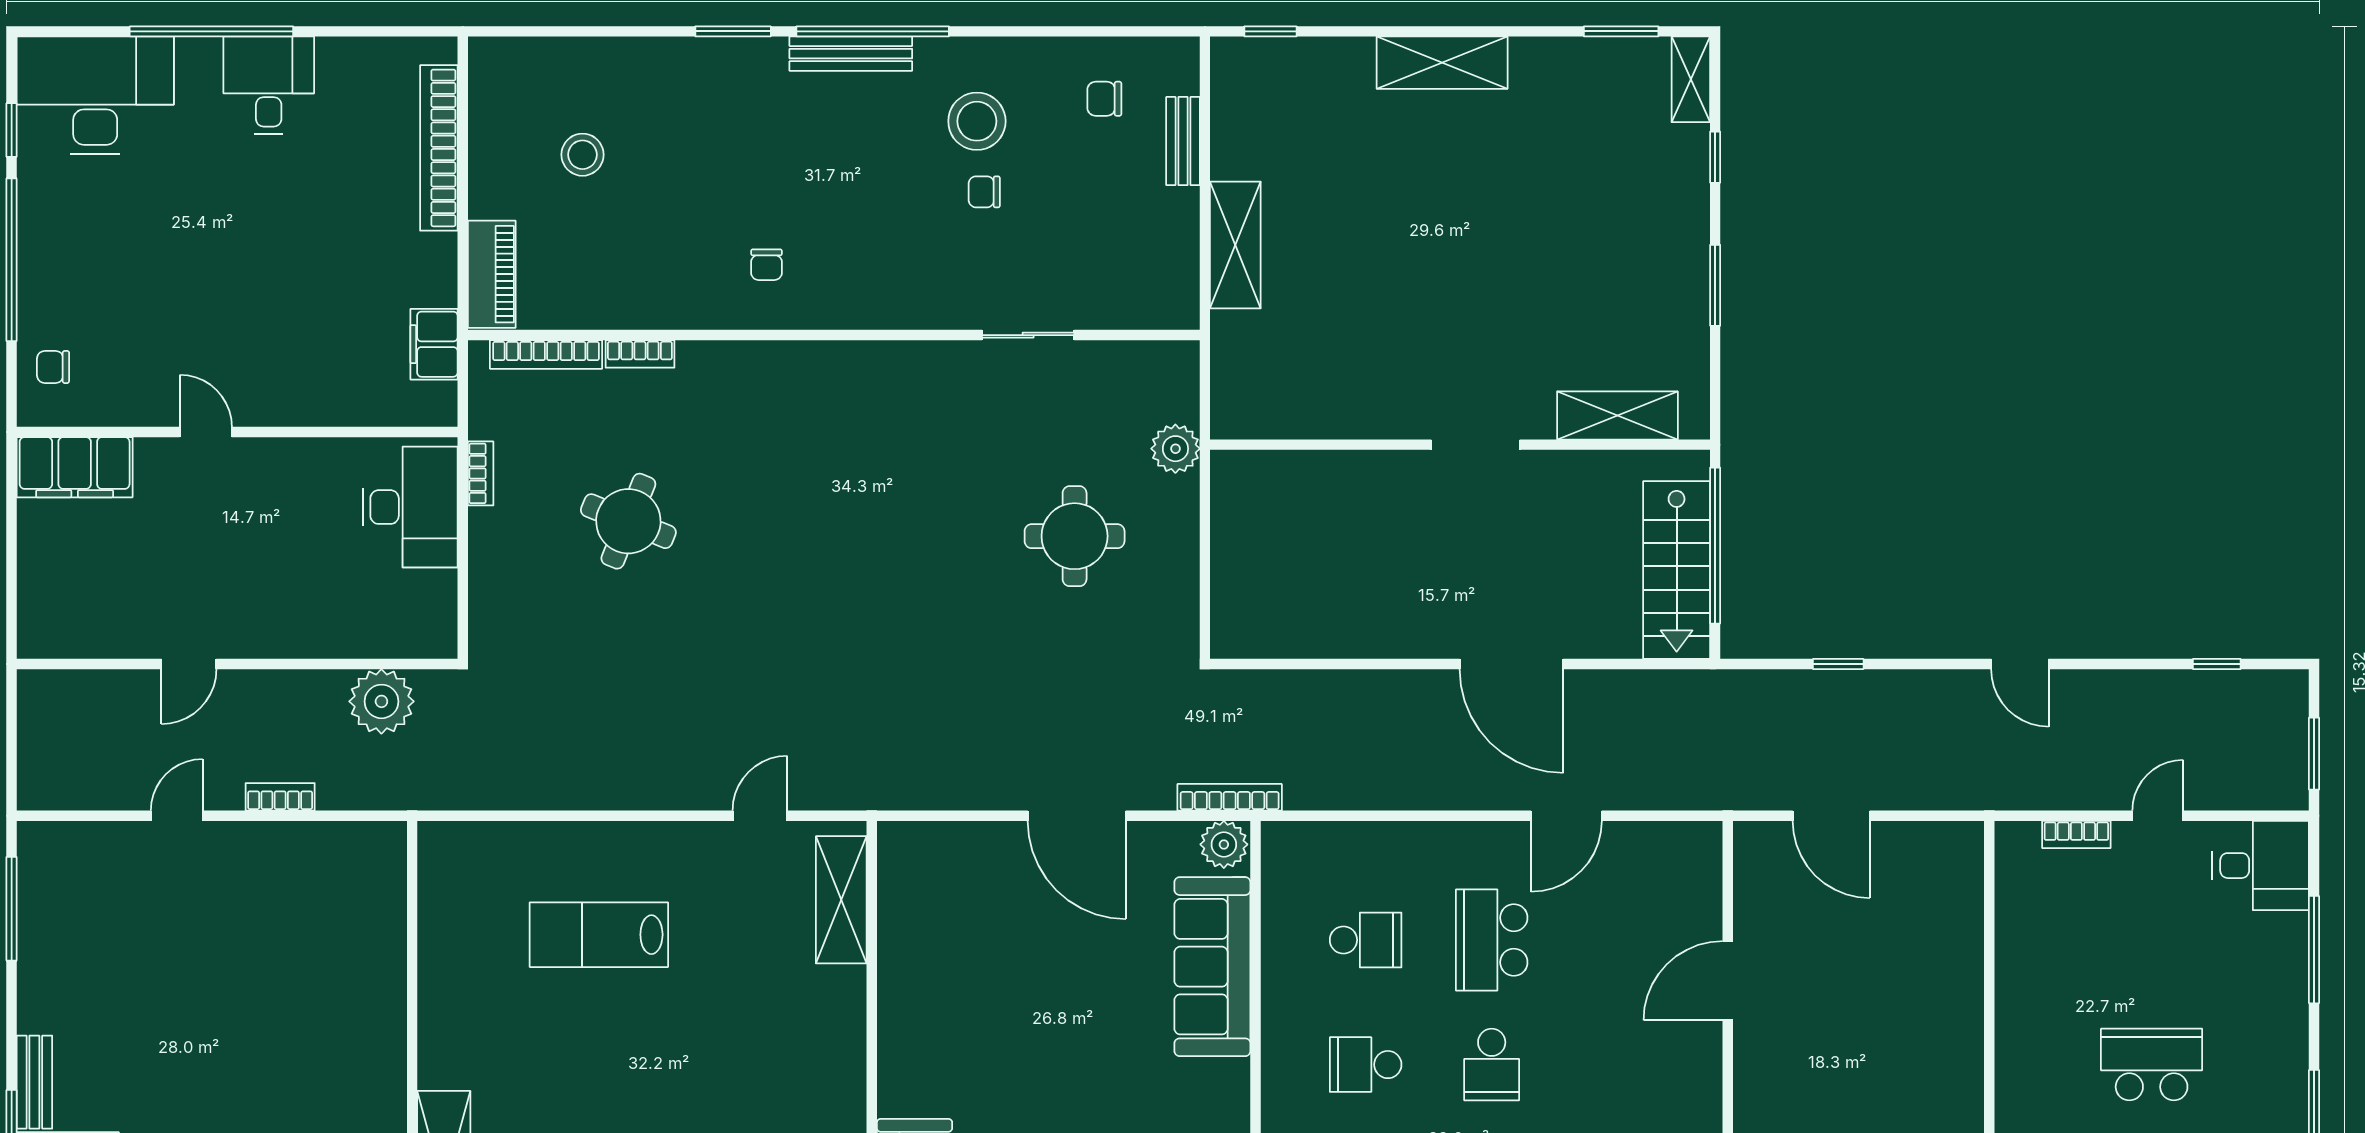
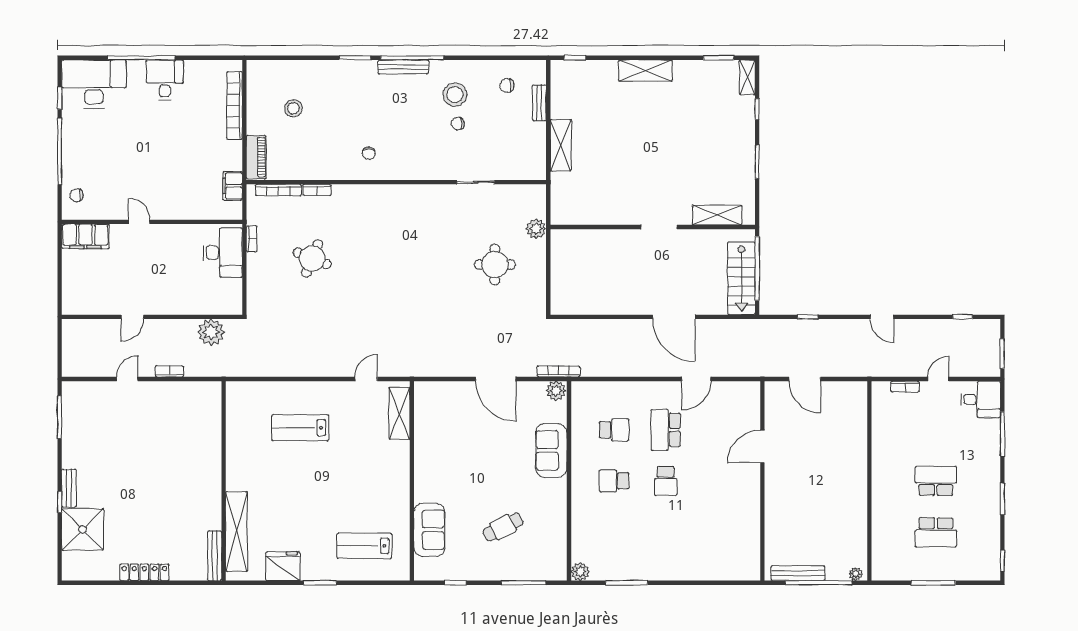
sofa: (1212, 967) -> (551, 450), width x0.73

